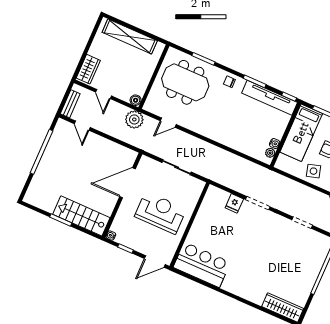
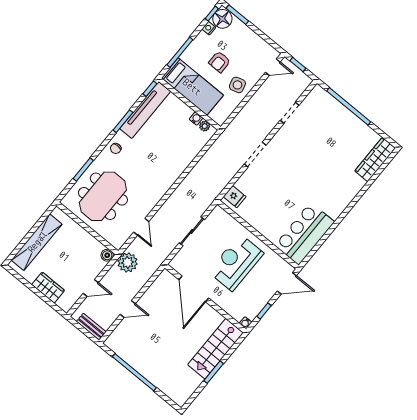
wardrobe: (88, 69) -> (48, 288), moved
door: (82, 126) -> (128, 309), moved
fridge: (234, 203) -> (235, 197), moved
door: (155, 262) -> (287, 283), hinge flipped

